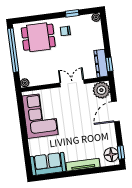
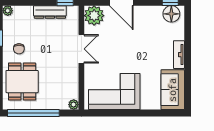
dresser: (101, 63) -> (50, 12), moved
double door: (72, 83) -> (81, 49), swing flipped
tv unit: (83, 165) -> (179, 55), width x0.71

